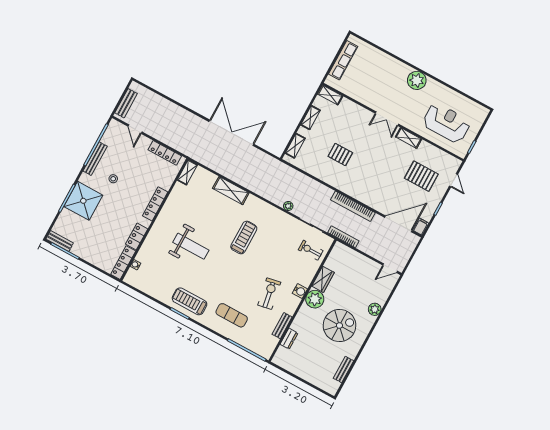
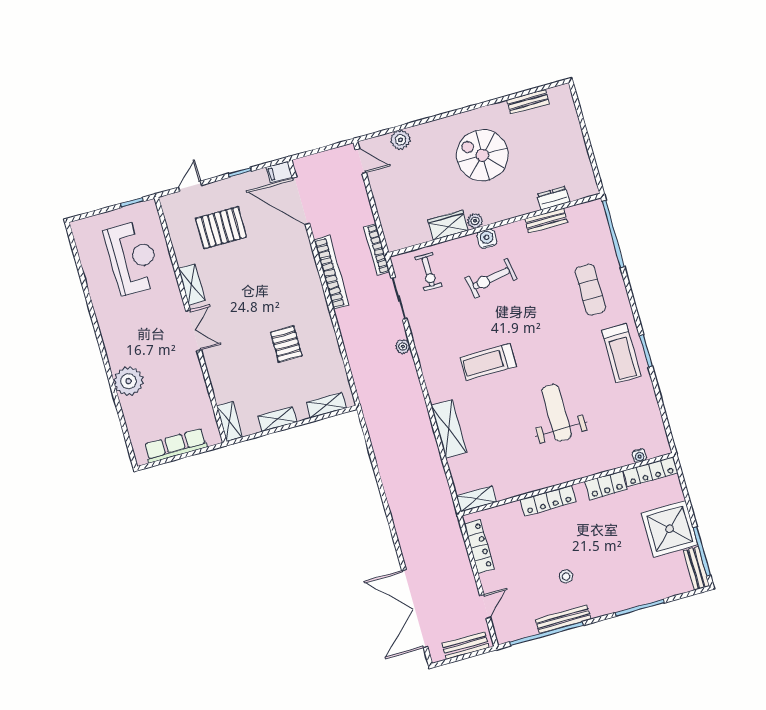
plant: (417, 80) -> (128, 381), moved
reception desk: (446, 123) -> (132, 258), turned 180
double door: (231, 133) -> (415, 609), moved
pallet: (421, 176) -> (221, 228), turned 90
shower: (83, 201) -> (670, 529), moved
exercise bike: (269, 294) -> (491, 279), moved
plant: (315, 299) -> (475, 221), width x0.53, depth x0.53
plant: (375, 309) -> (400, 140), moved

